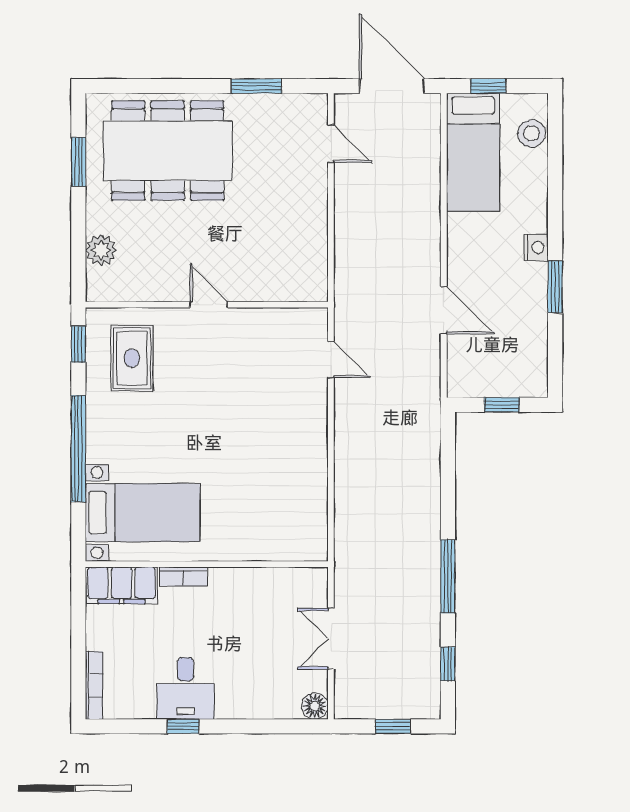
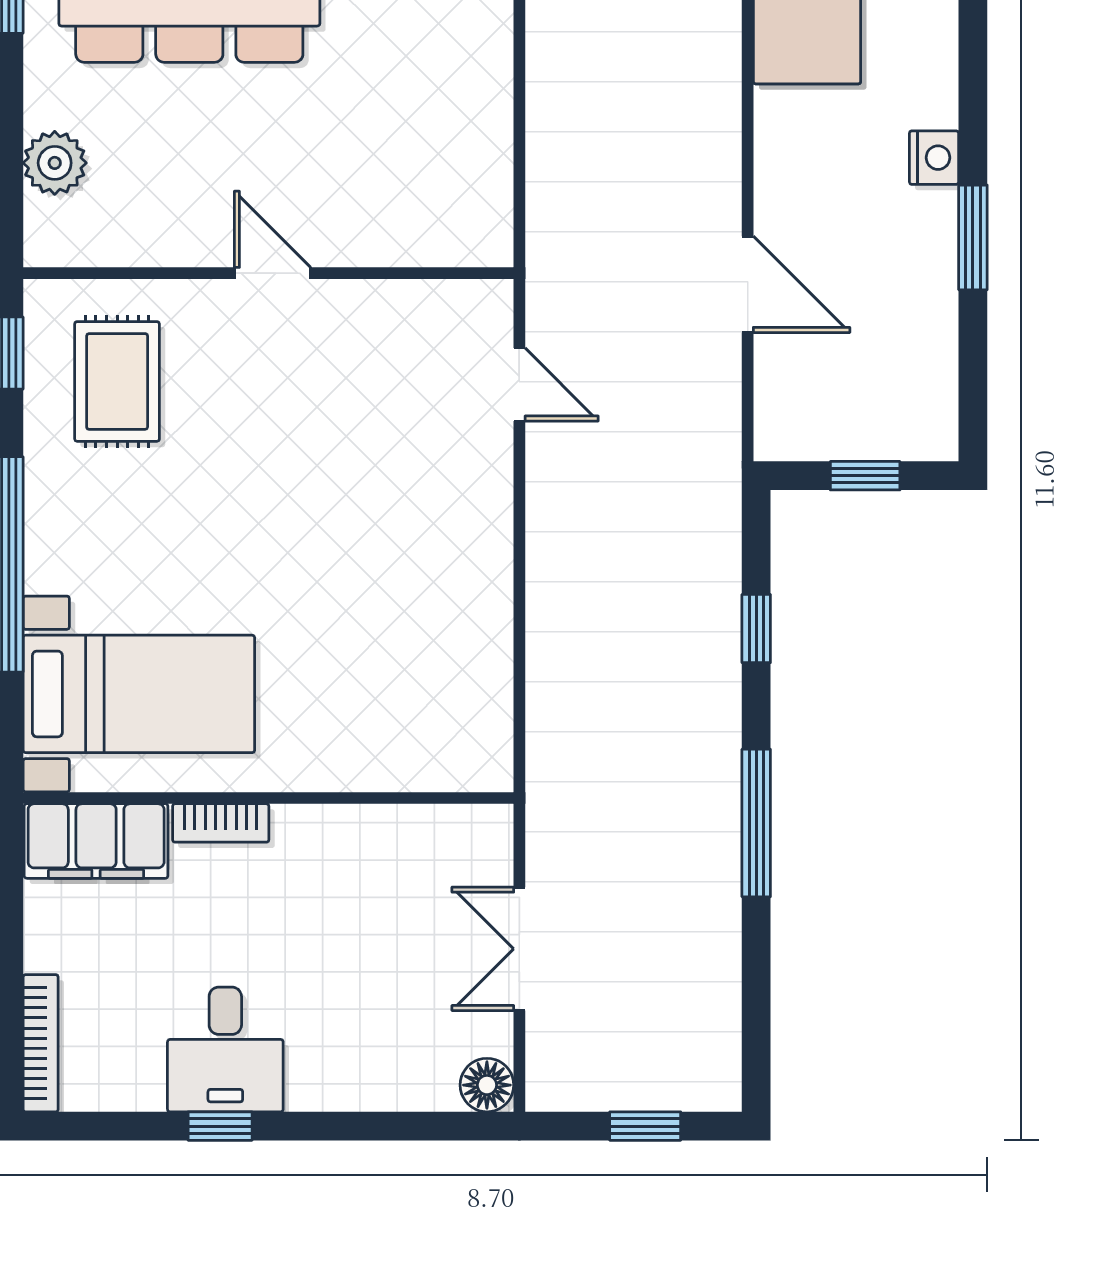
window: (448, 664) -> (756, 629), moved

